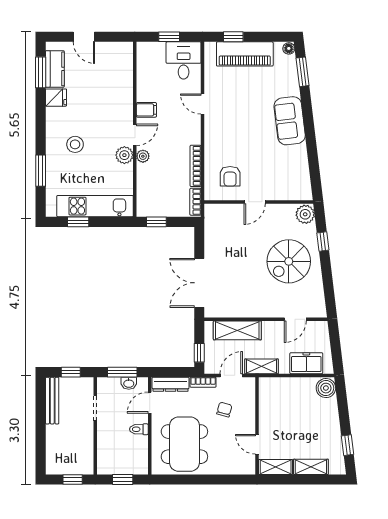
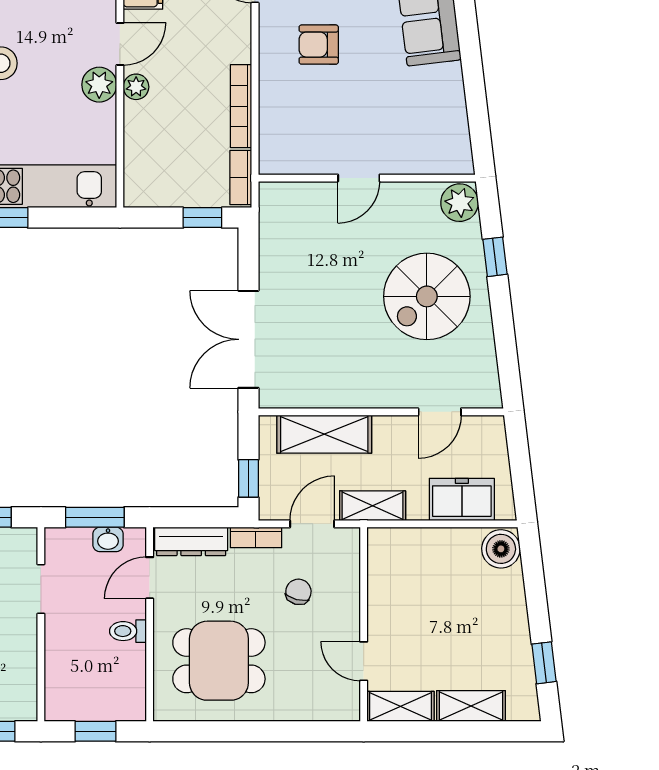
armchair: (230, 176) -> (319, 45), moved, turned 90
window: (156, 222) -> (202, 218), moved
dining table: (184, 444) -> (219, 661), width x0.73

